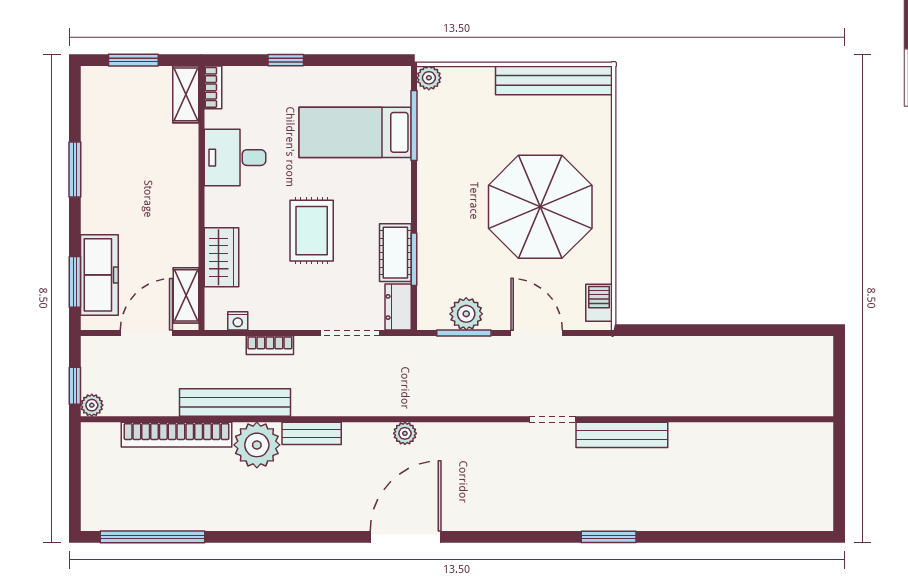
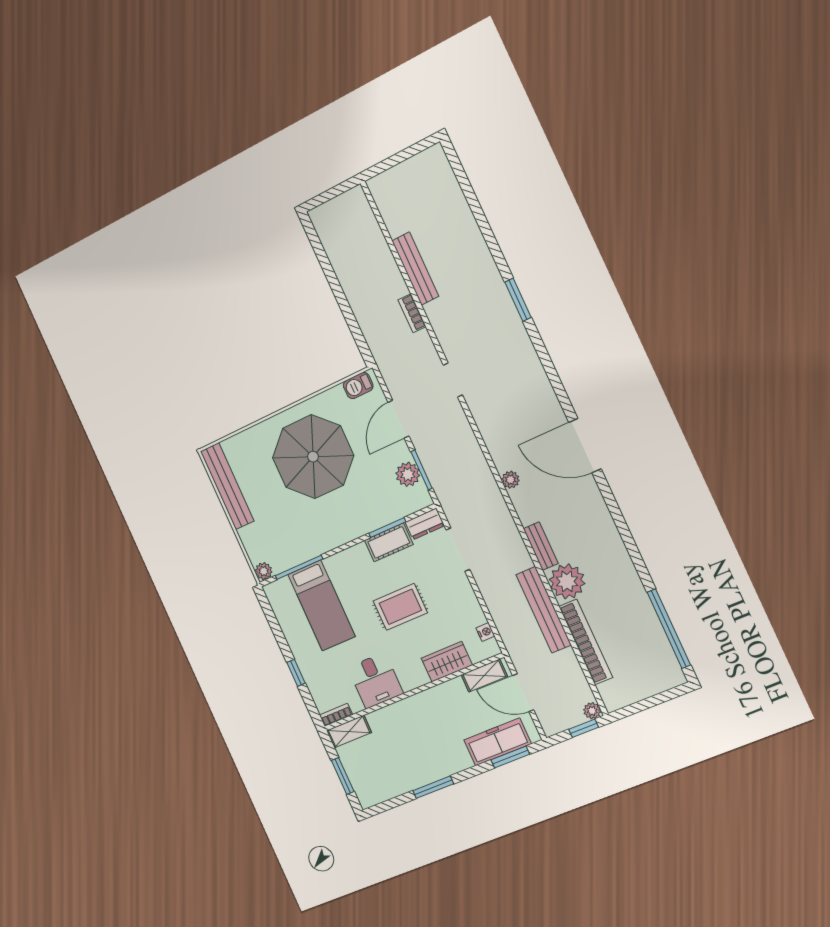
bookcase: (270, 345) -> (412, 313), moved, turned 180
bench: (622, 435) -> (415, 269), moved

